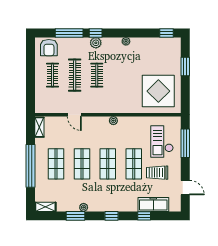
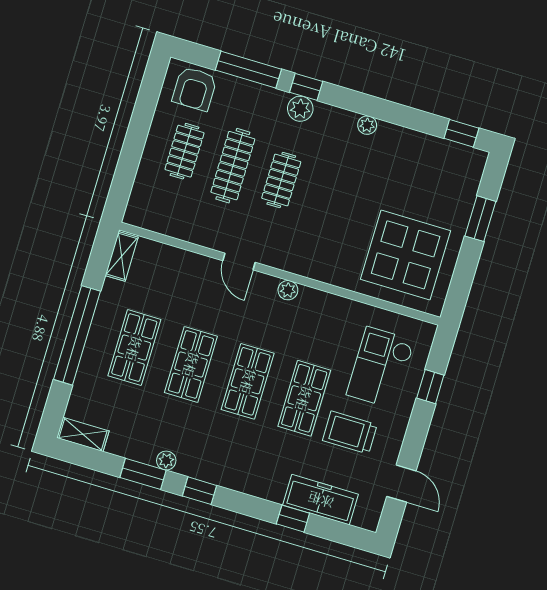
door: (74, 115) -> (239, 261), moved
window: (185, 143) -> (430, 387), width x0.46
window: (111, 216) -> (200, 491), moved

